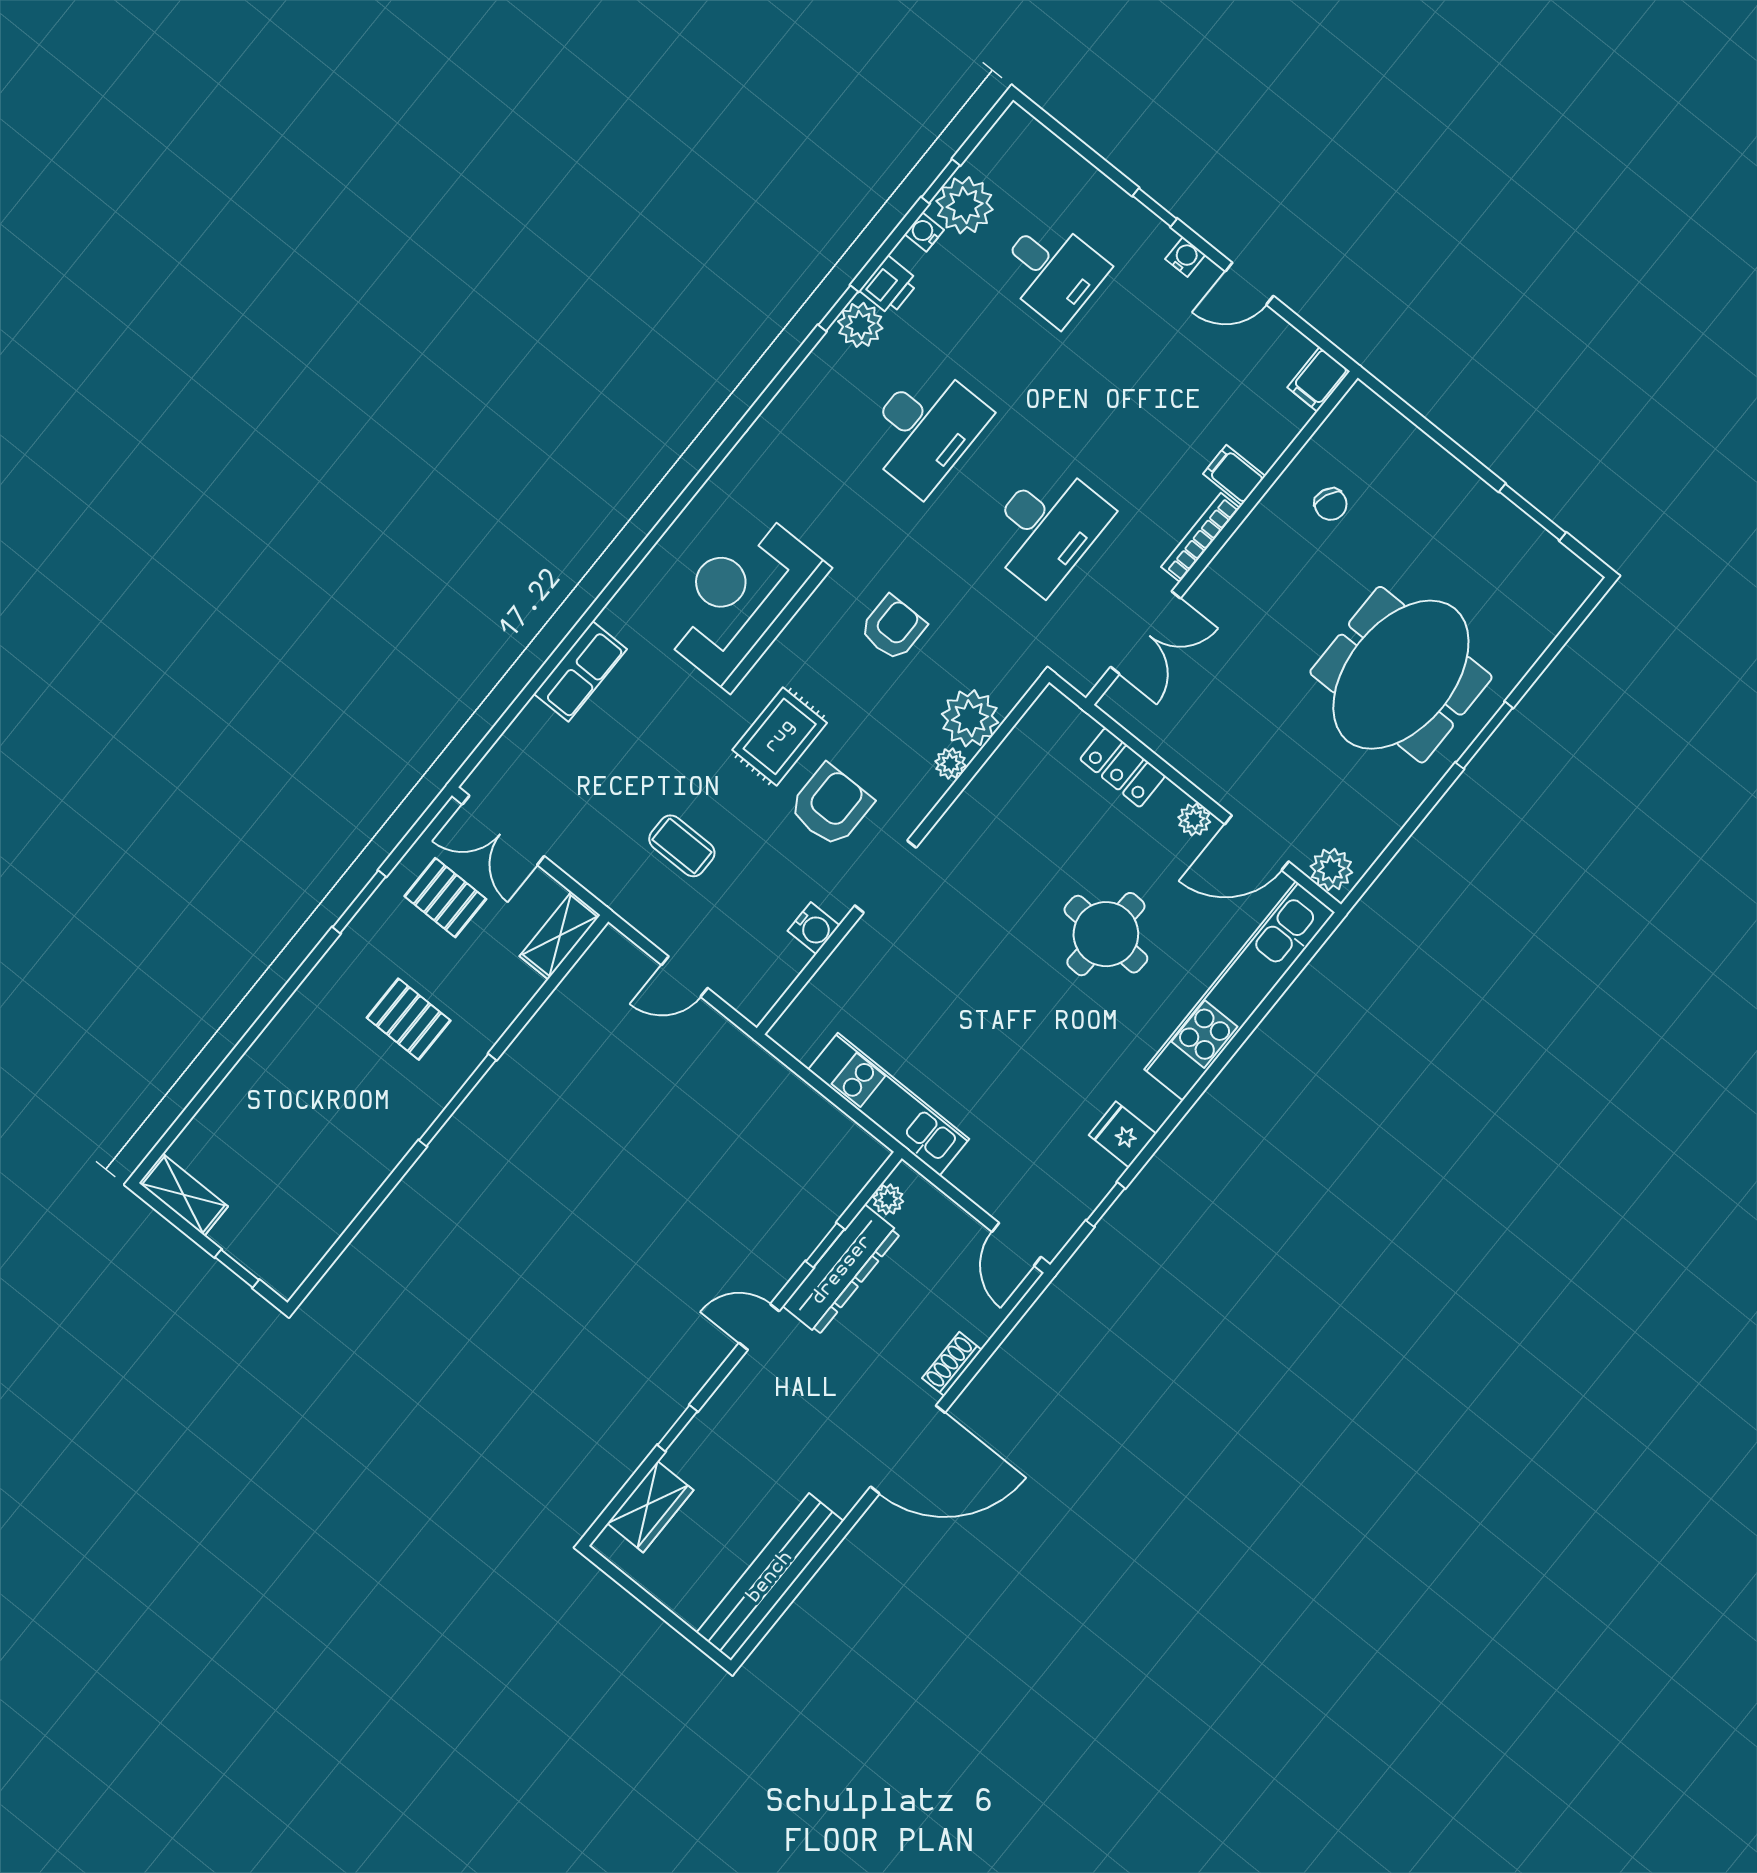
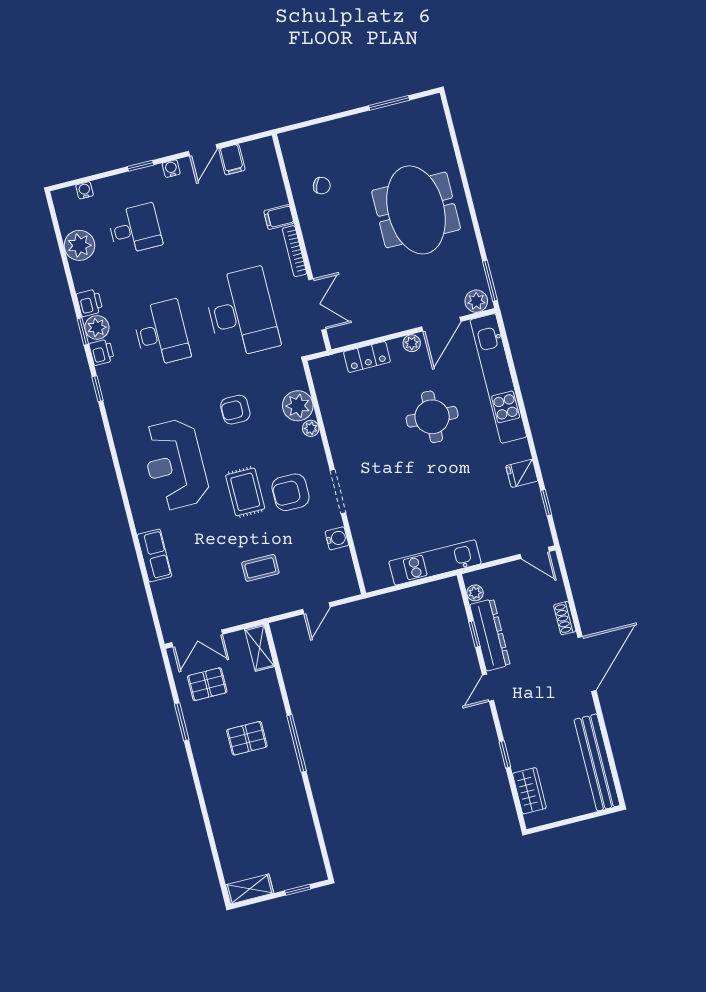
window: (941, 181) -> (97, 389), moved
water cooler: (924, 232) -> (85, 190), moved, turned 90
printer: (828, 360) -> (102, 352), added
filing cabinet: (1319, 379) -> (232, 160), moved
desk: (1047, 527) -> (242, 313), width x1.36, depth x1.30
armchair: (893, 628) -> (235, 410), turned -90
window: (1484, 735) -> (490, 281), moved
armchair: (831, 806) -> (291, 492), turned -90

